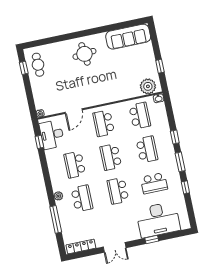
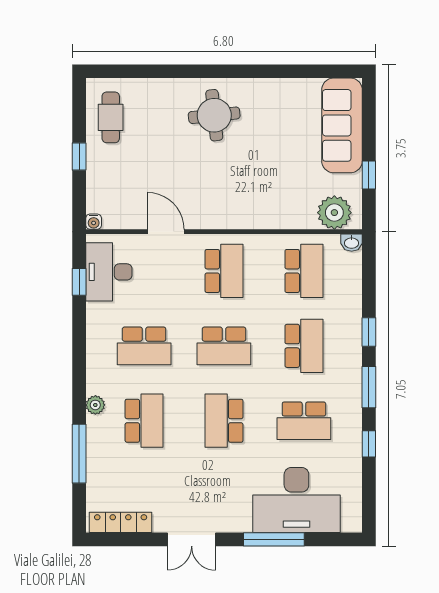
sofa: (128, 37) -> (342, 125), moved, turned 90
window: (24, 68) -> (79, 157), moved
door: (74, 111) -> (166, 232), swing flipped
school desk: (104, 123) -> (224, 271), turned 180
school desk: (111, 157) -> (224, 346), turned -90
school desk: (75, 165) -> (144, 346), turned -90
window: (152, 240) -> (274, 539), width x2.17

